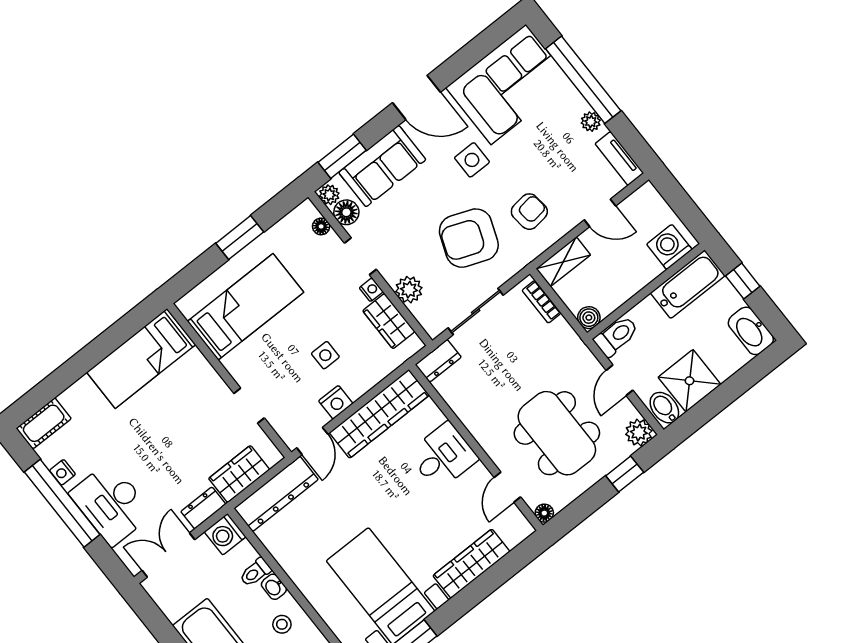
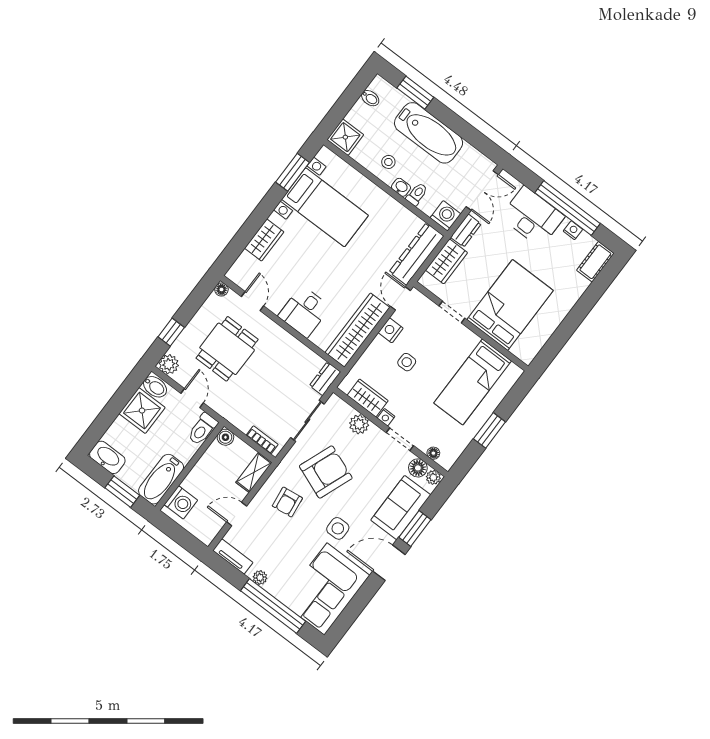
window: (342, 156) -> (415, 529), moved
window: (743, 281) -> (122, 492), width x1.50
bed: (141, 358) -> (510, 305), moved, width x1.50
dining table: (557, 433) -> (227, 349), width x0.73
wardrobe: (471, 564) -> (264, 240), width x0.67

